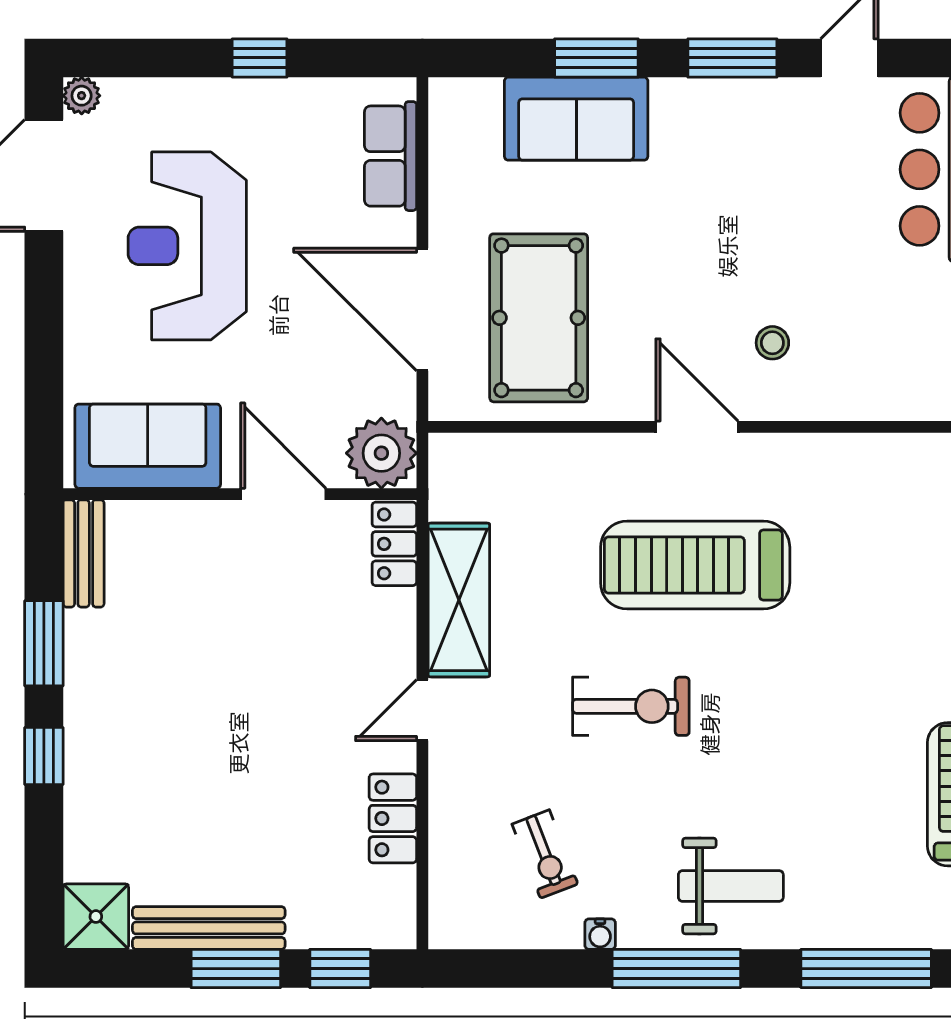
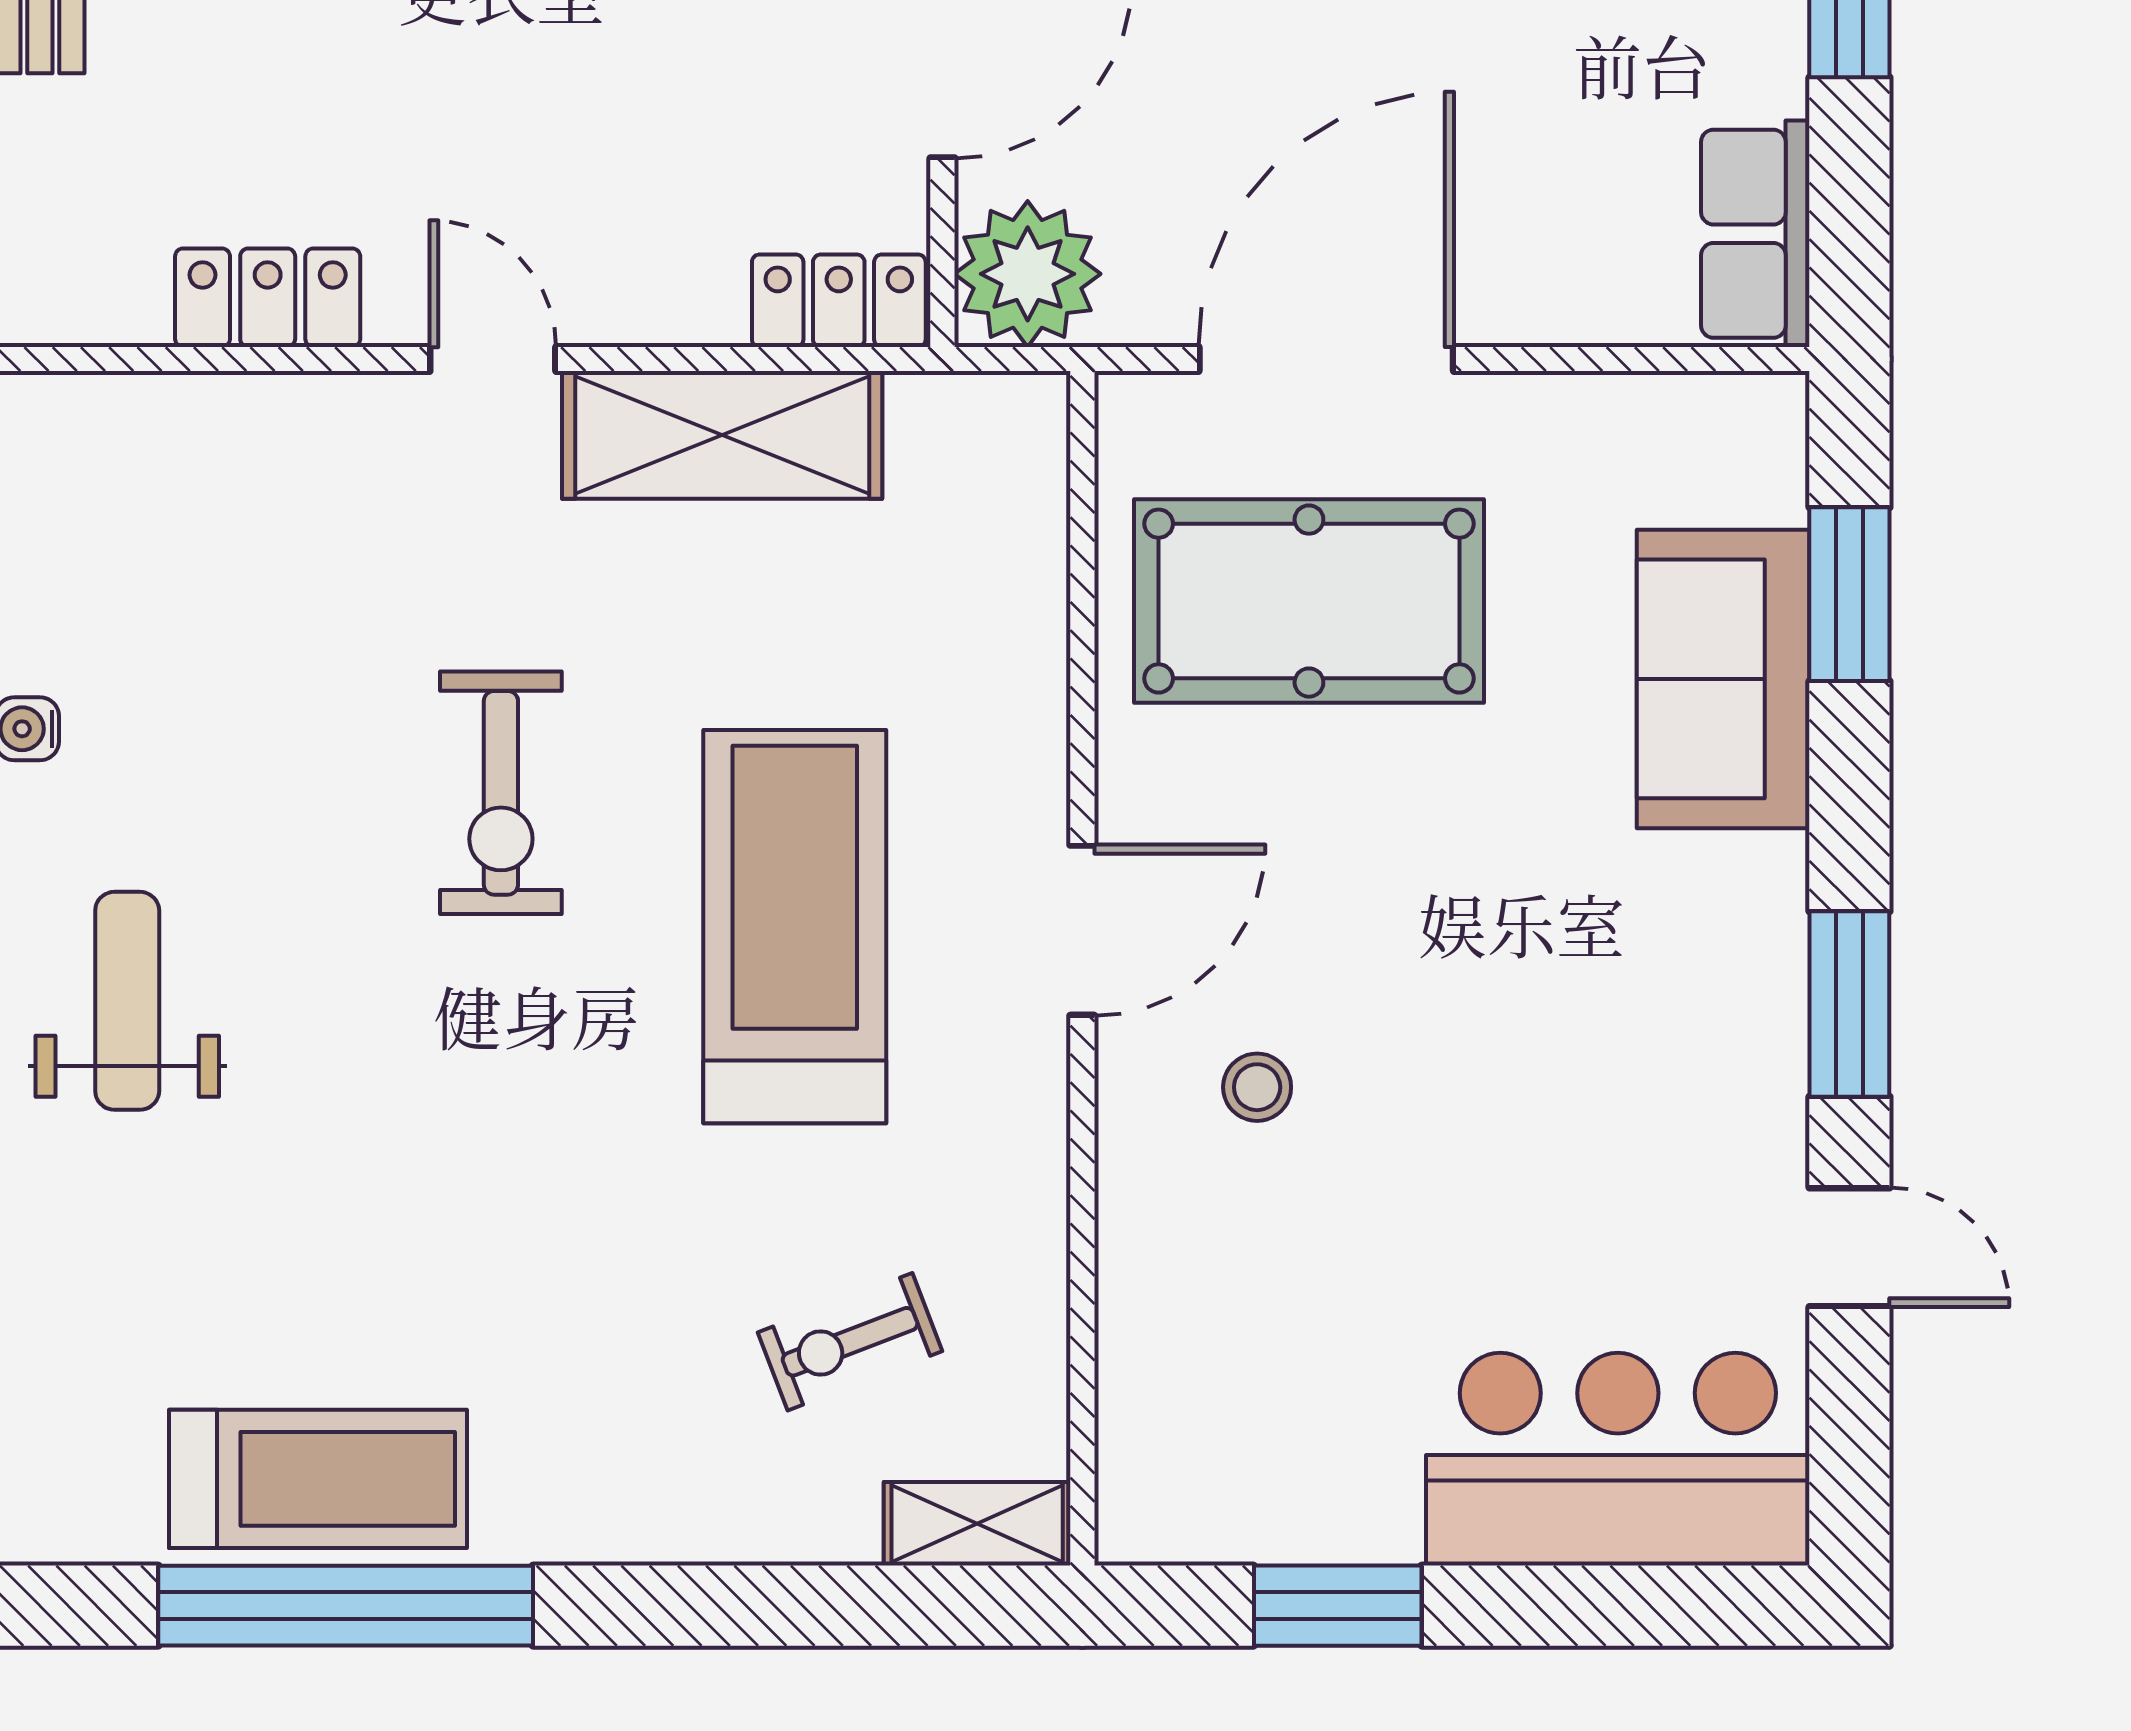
window: (596, 58) -> (1849, 594), moved
row of seats: (390, 156) -> (1755, 234), moved, turned -90
exercise bike: (545, 854) -> (850, 1342), moved
weight bench: (731, 886) -> (127, 1001), turned 180

